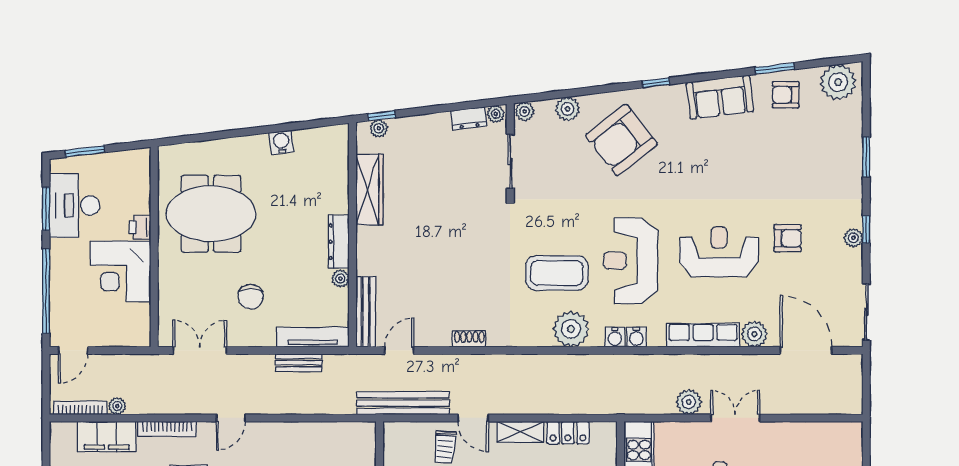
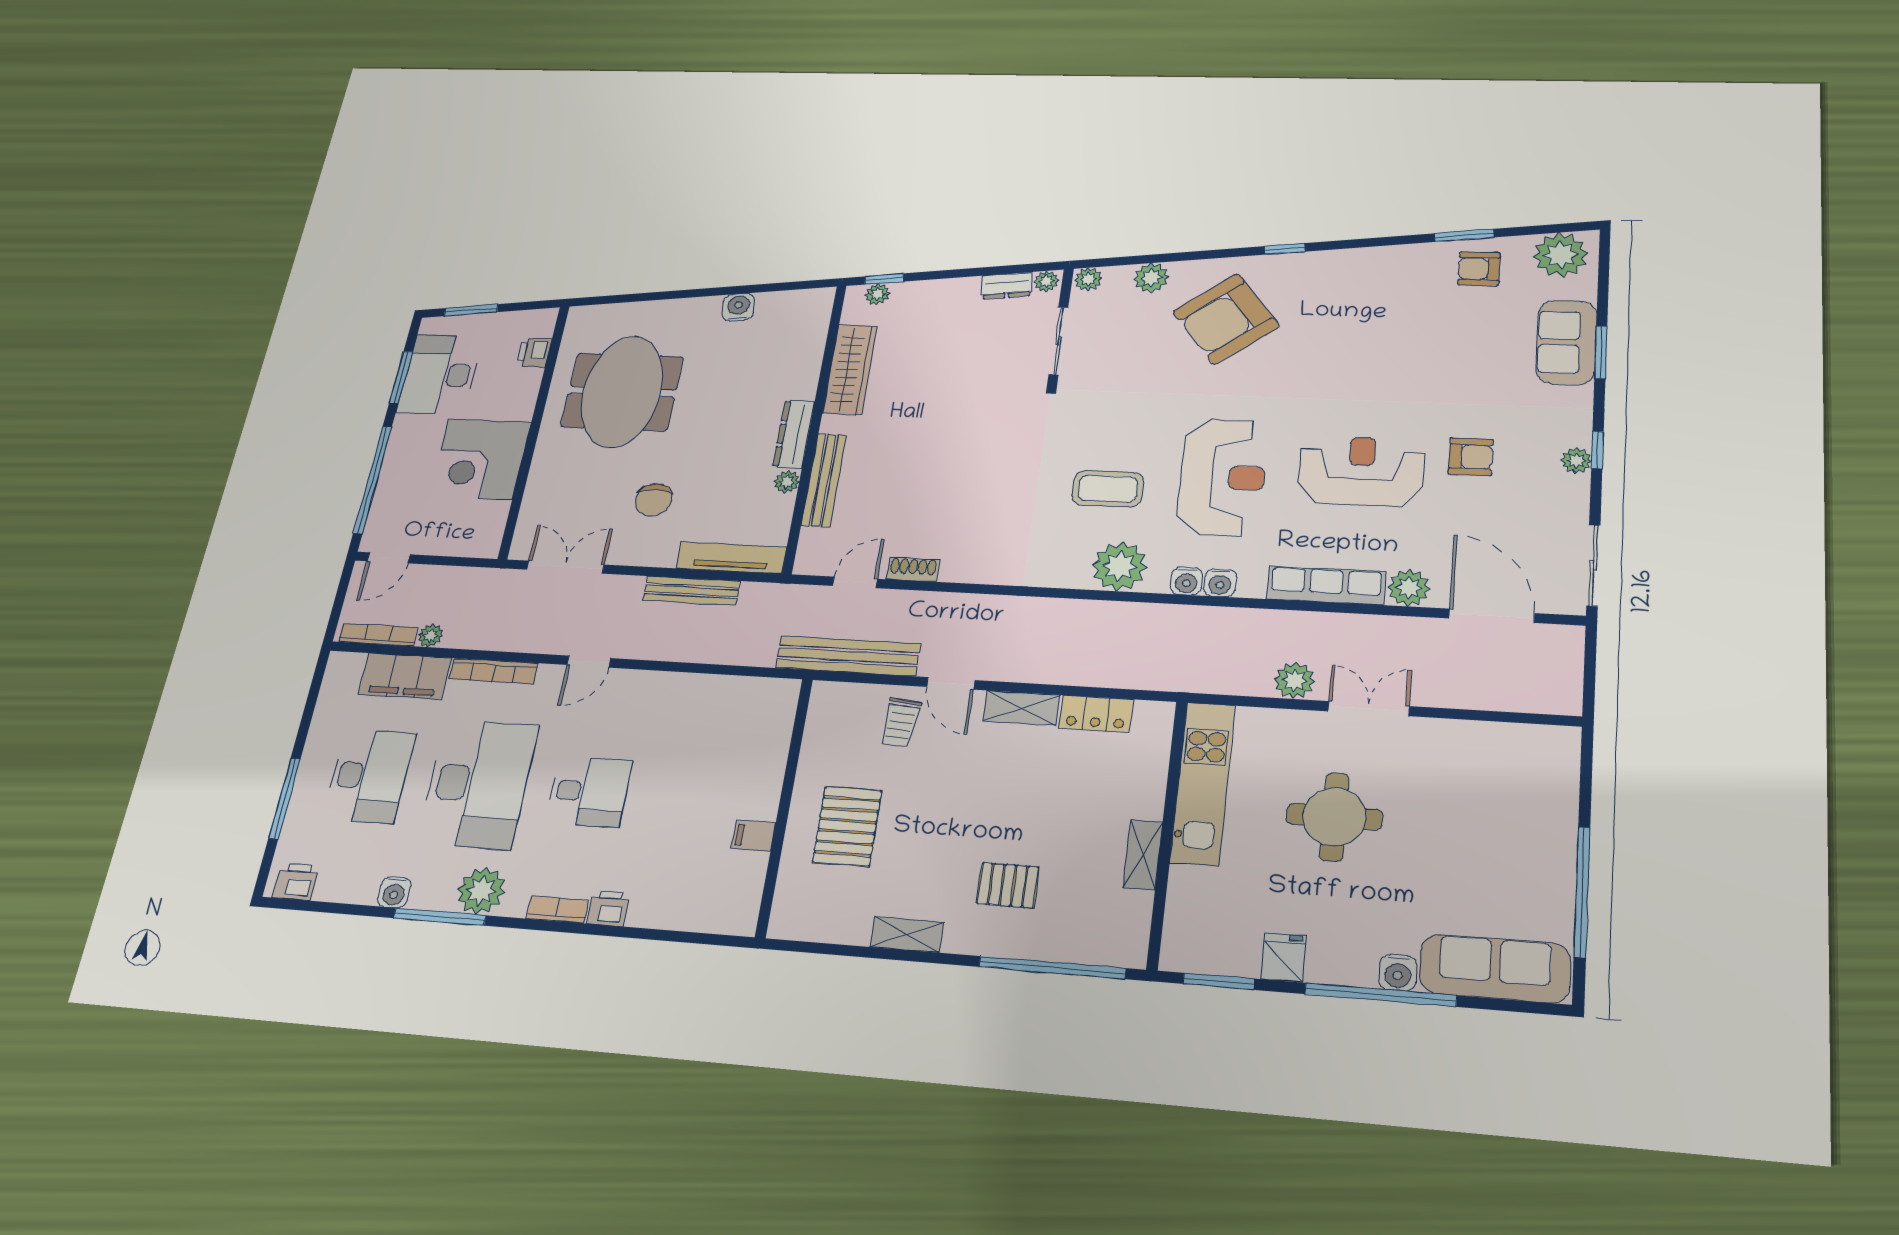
sofa: (720, 97) -> (1567, 342), moved, turned 97
meeting table: (211, 214) -> (622, 392), turned 90
printer: (140, 227) -> (534, 352), moved
reception desk: (631, 261) -> (1222, 477), turned 180
coffee table: (557, 273) -> (1108, 489), width x0.73, depth x0.76
bench: (366, 312) -> (824, 480), moved
shoe rack: (469, 339) -> (913, 569), moved
bench: (299, 363) -> (692, 591), width x1.36

